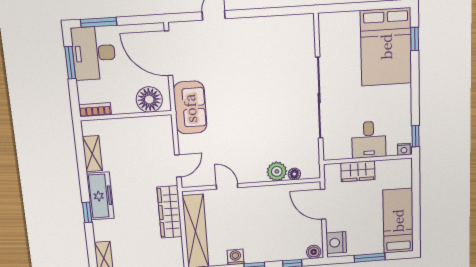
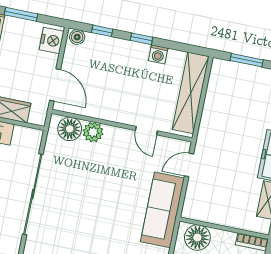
sofa: (190, 108) -> (162, 210), width x1.36
floor lamp: (294, 174) -> (70, 129), width x1.89, depth x1.89
wardrobe: (170, 212) -> (211, 120), removed

